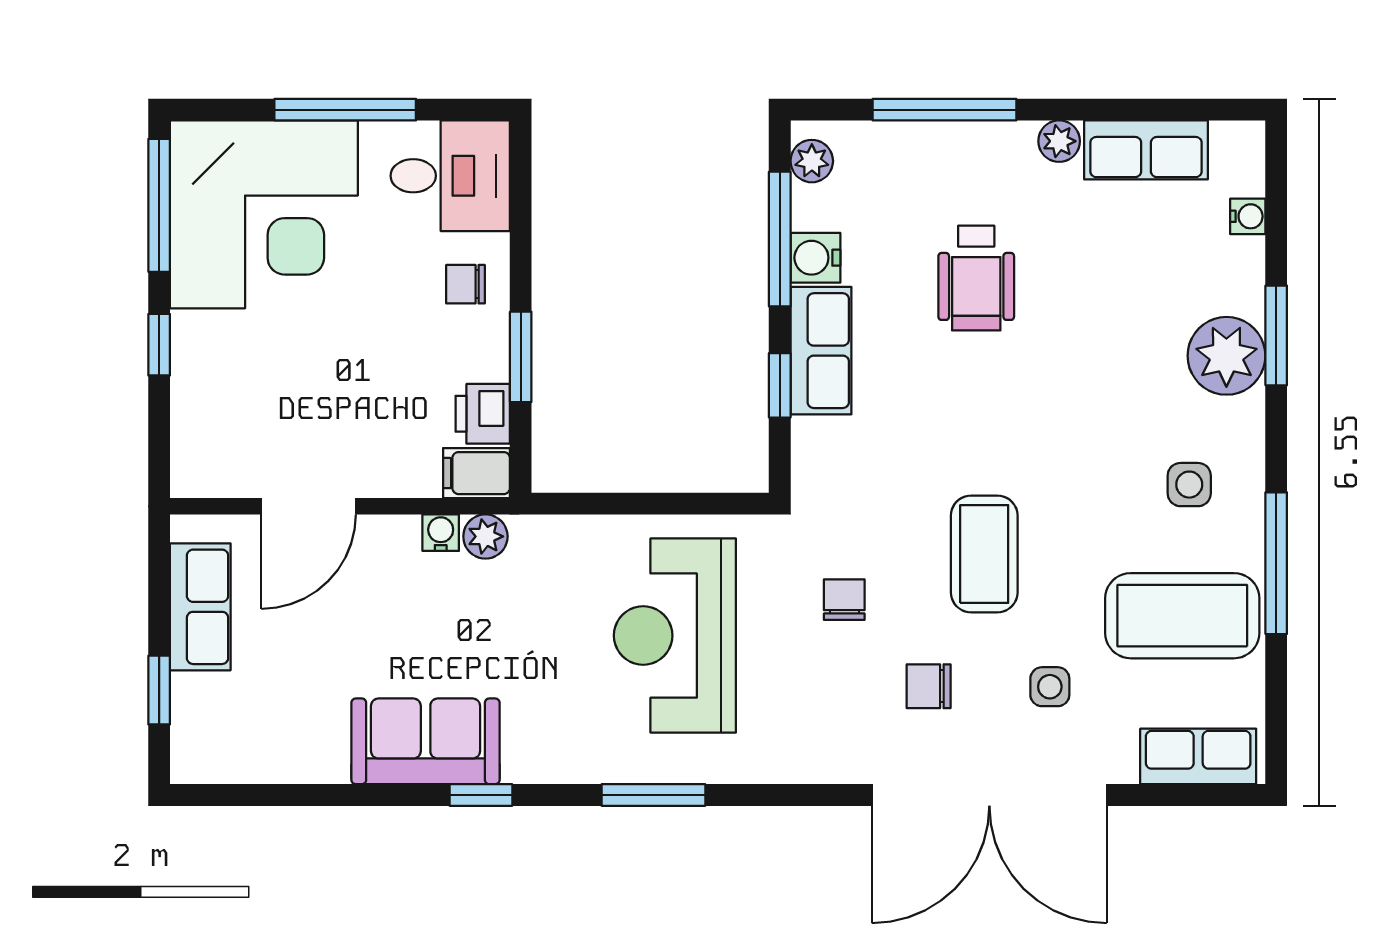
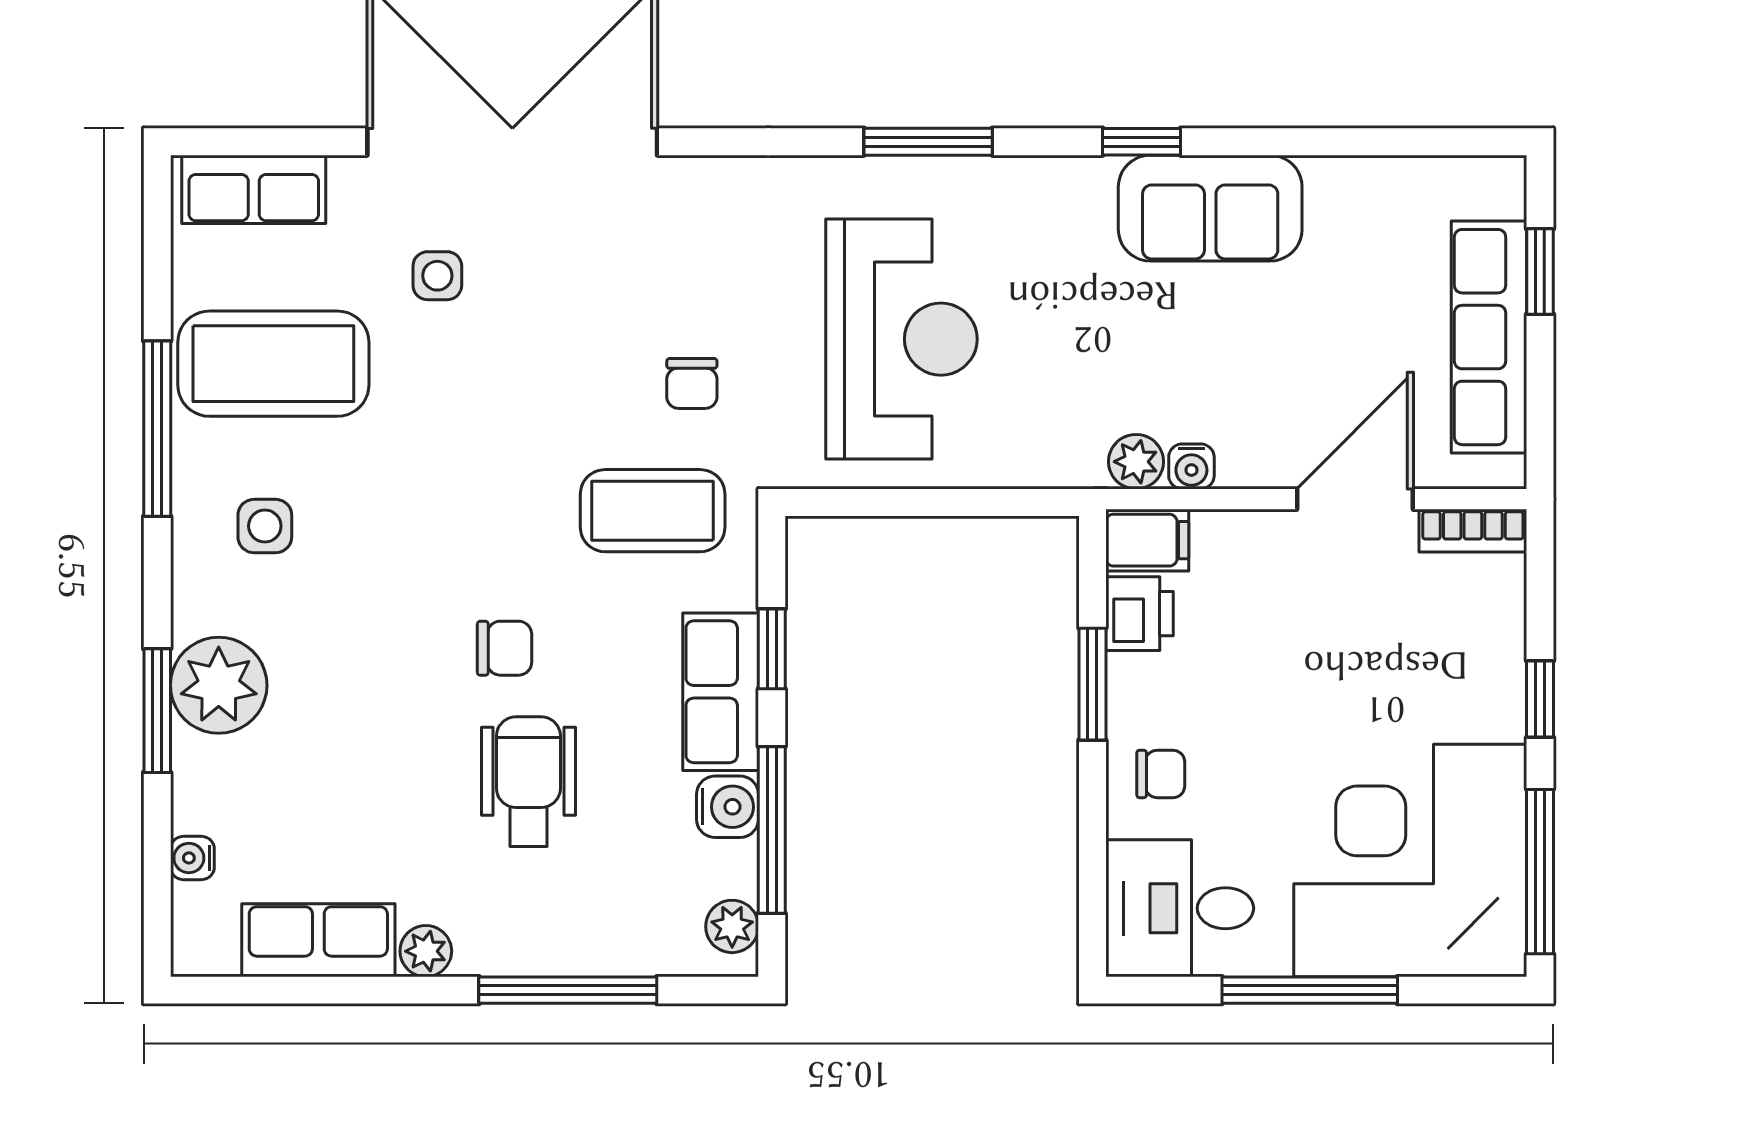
bookcase: (213, 481) -> (1473, 531), added
coffee table: (984, 554) -> (653, 511), moved, turned 90
row of seats: (200, 607) -> (1489, 337), width x1.48
chair: (929, 686) -> (504, 648), moved

